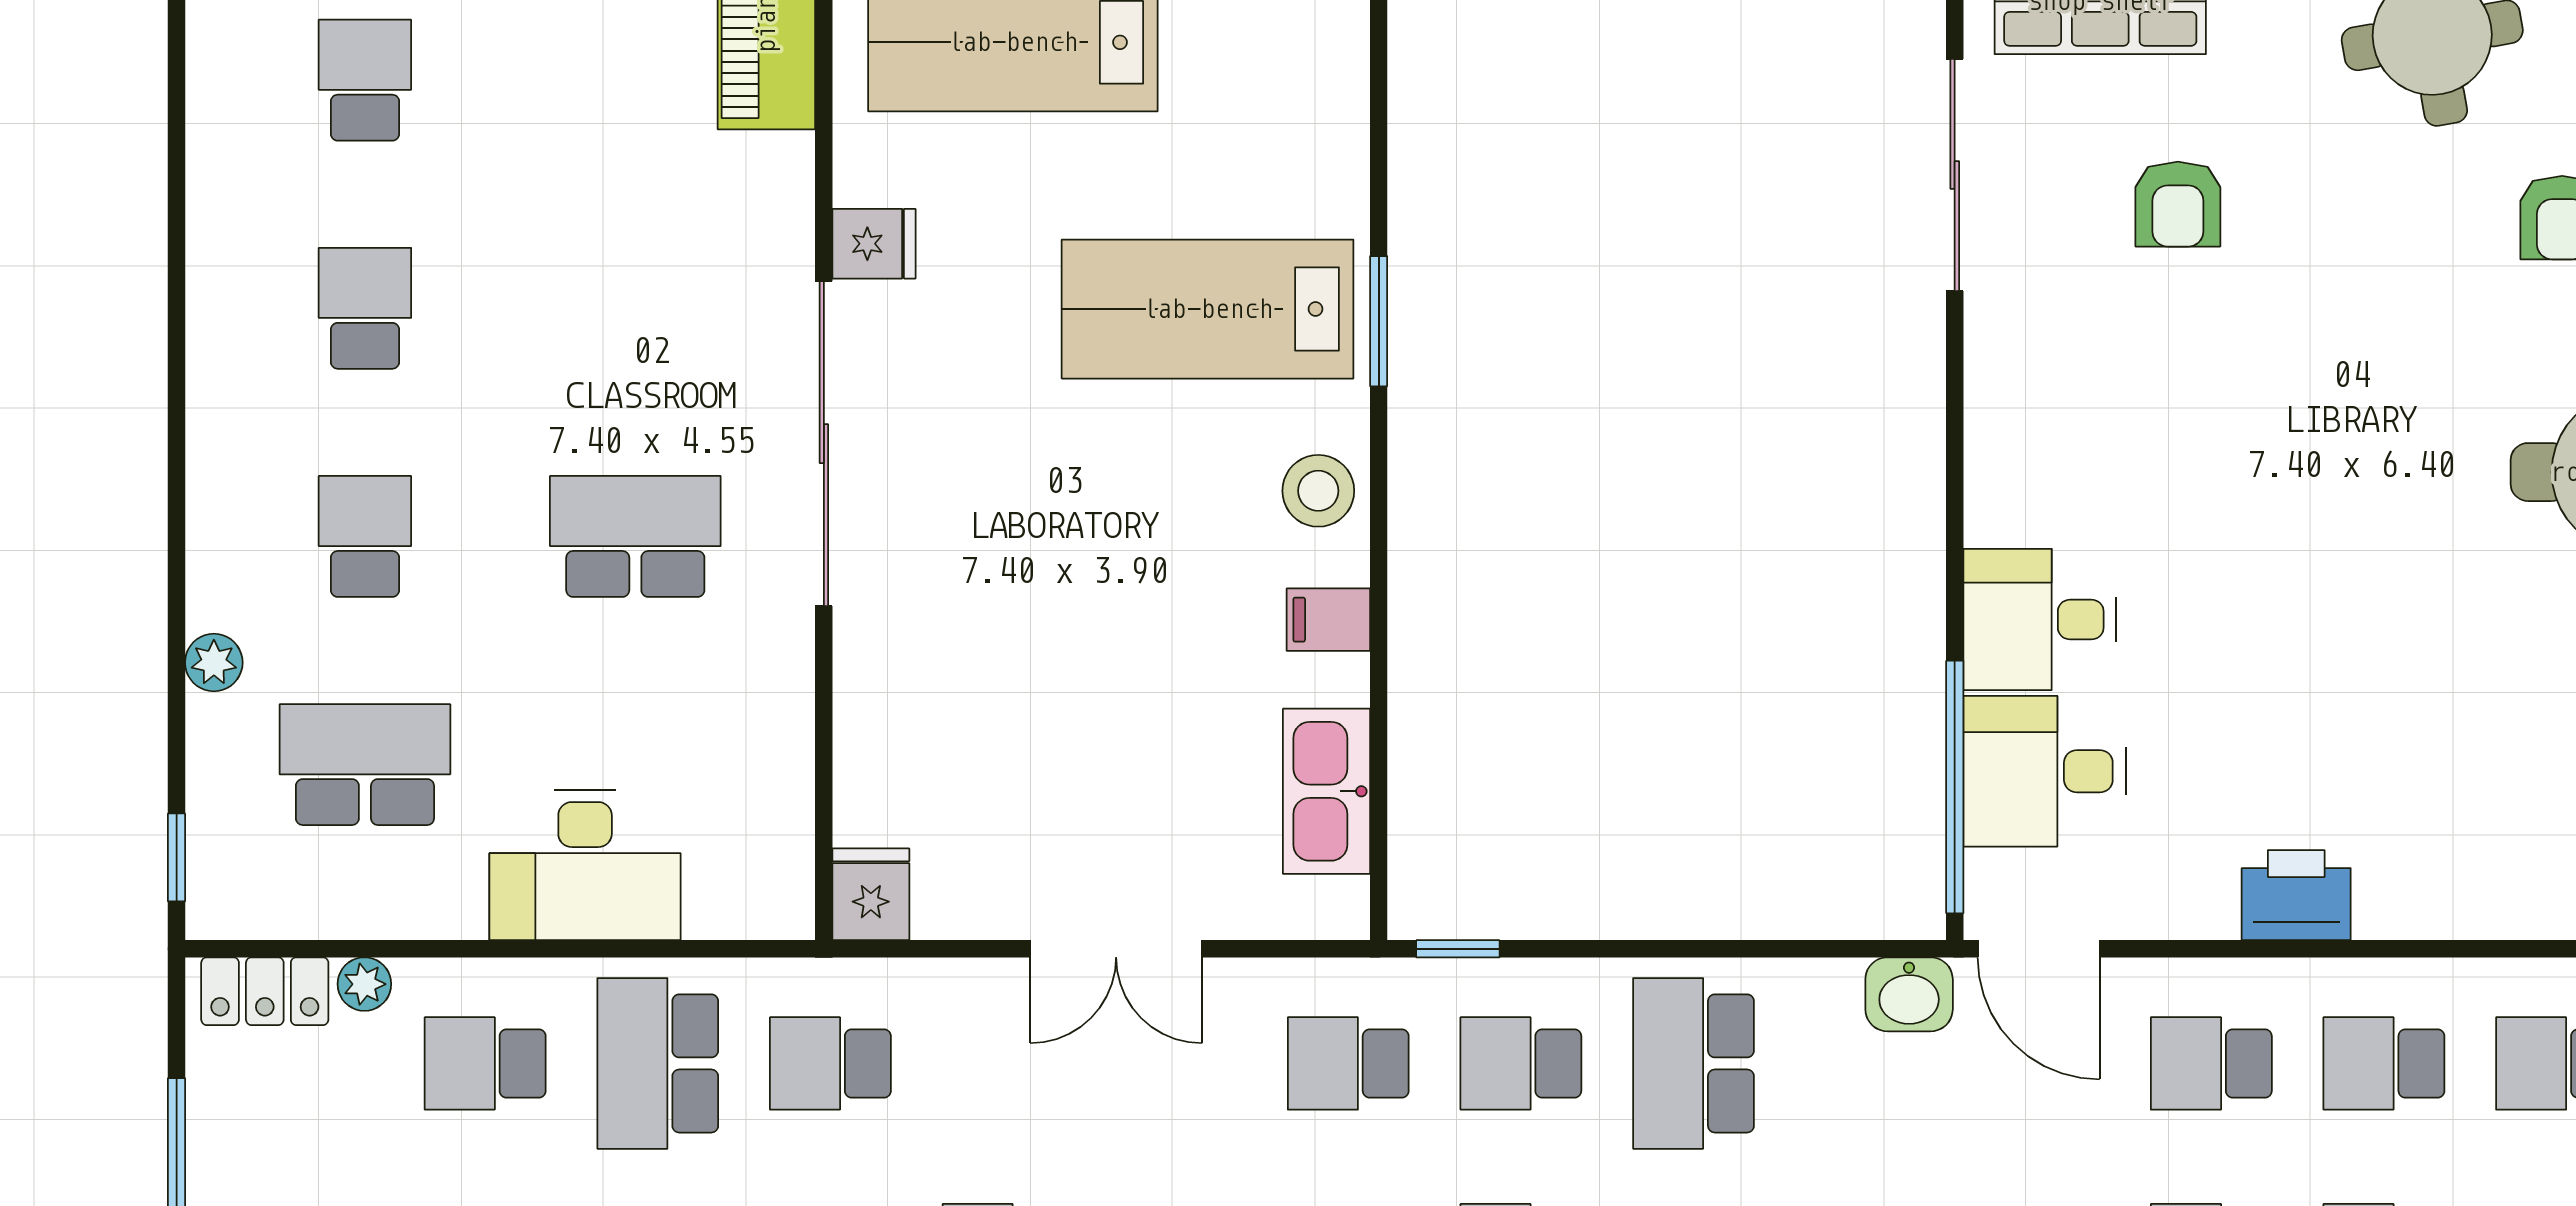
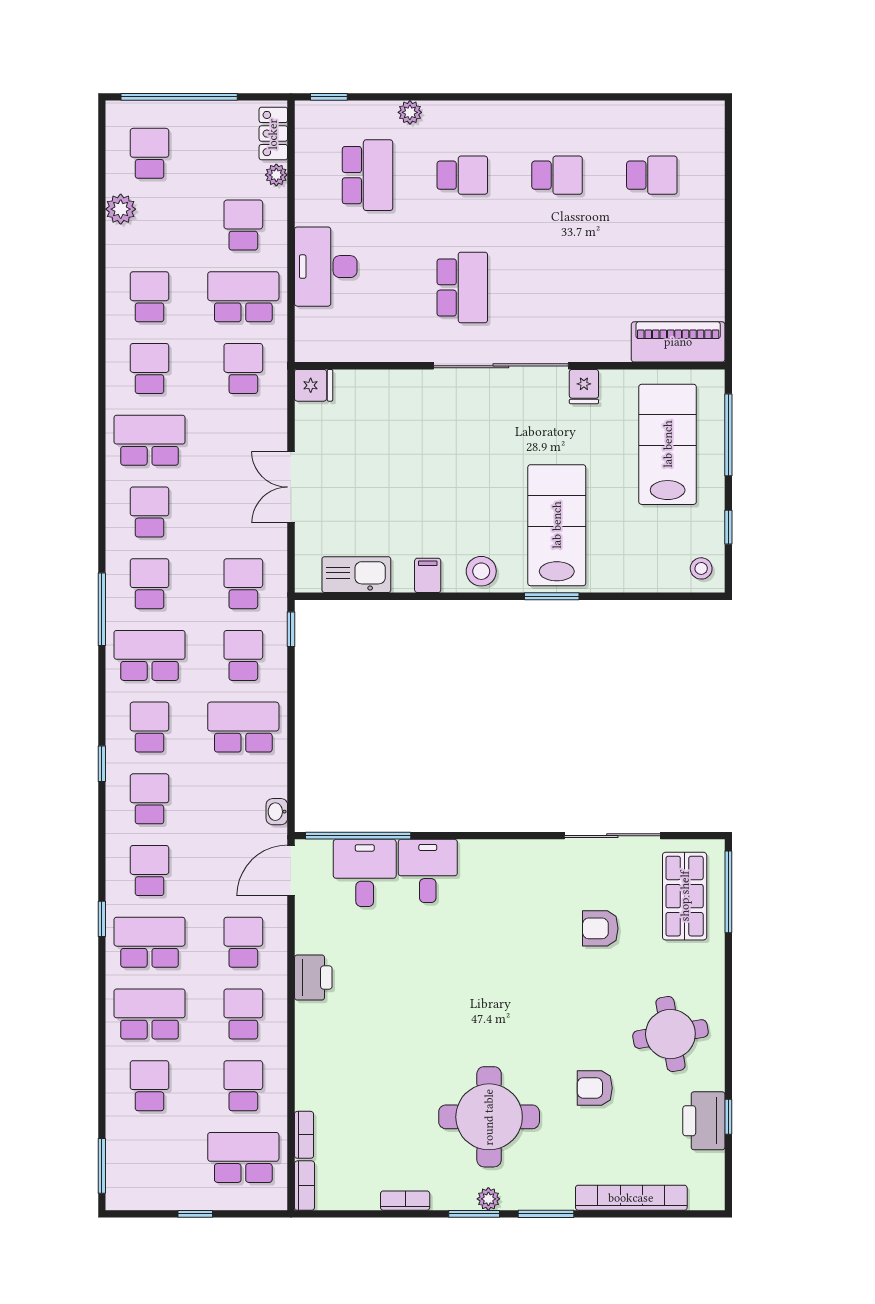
washbasin: (1909, 994) -> (277, 812), width x0.72, depth x0.69

